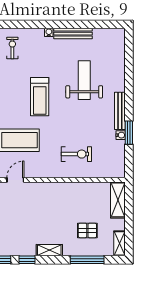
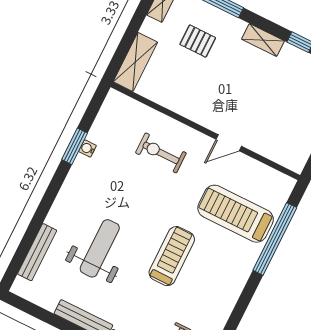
weight bench: (84, 80) -> (100, 248), turned 180
bench: (120, 111) -> (37, 252), moved
door: (15, 180) -> (229, 143), moved

